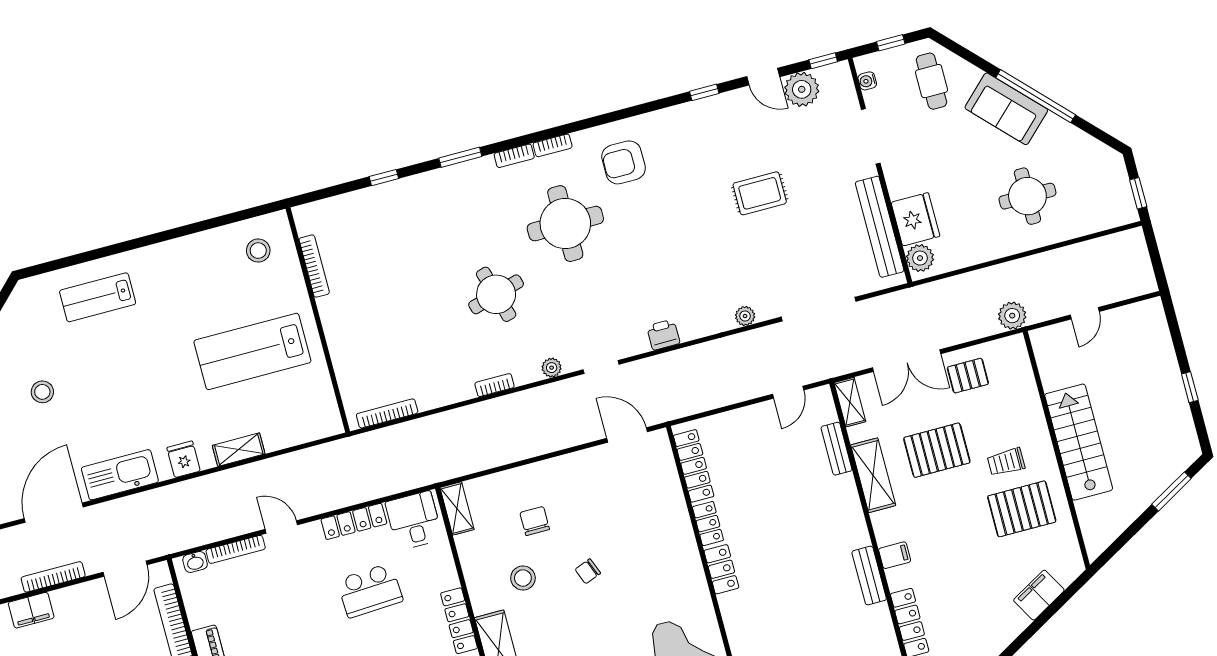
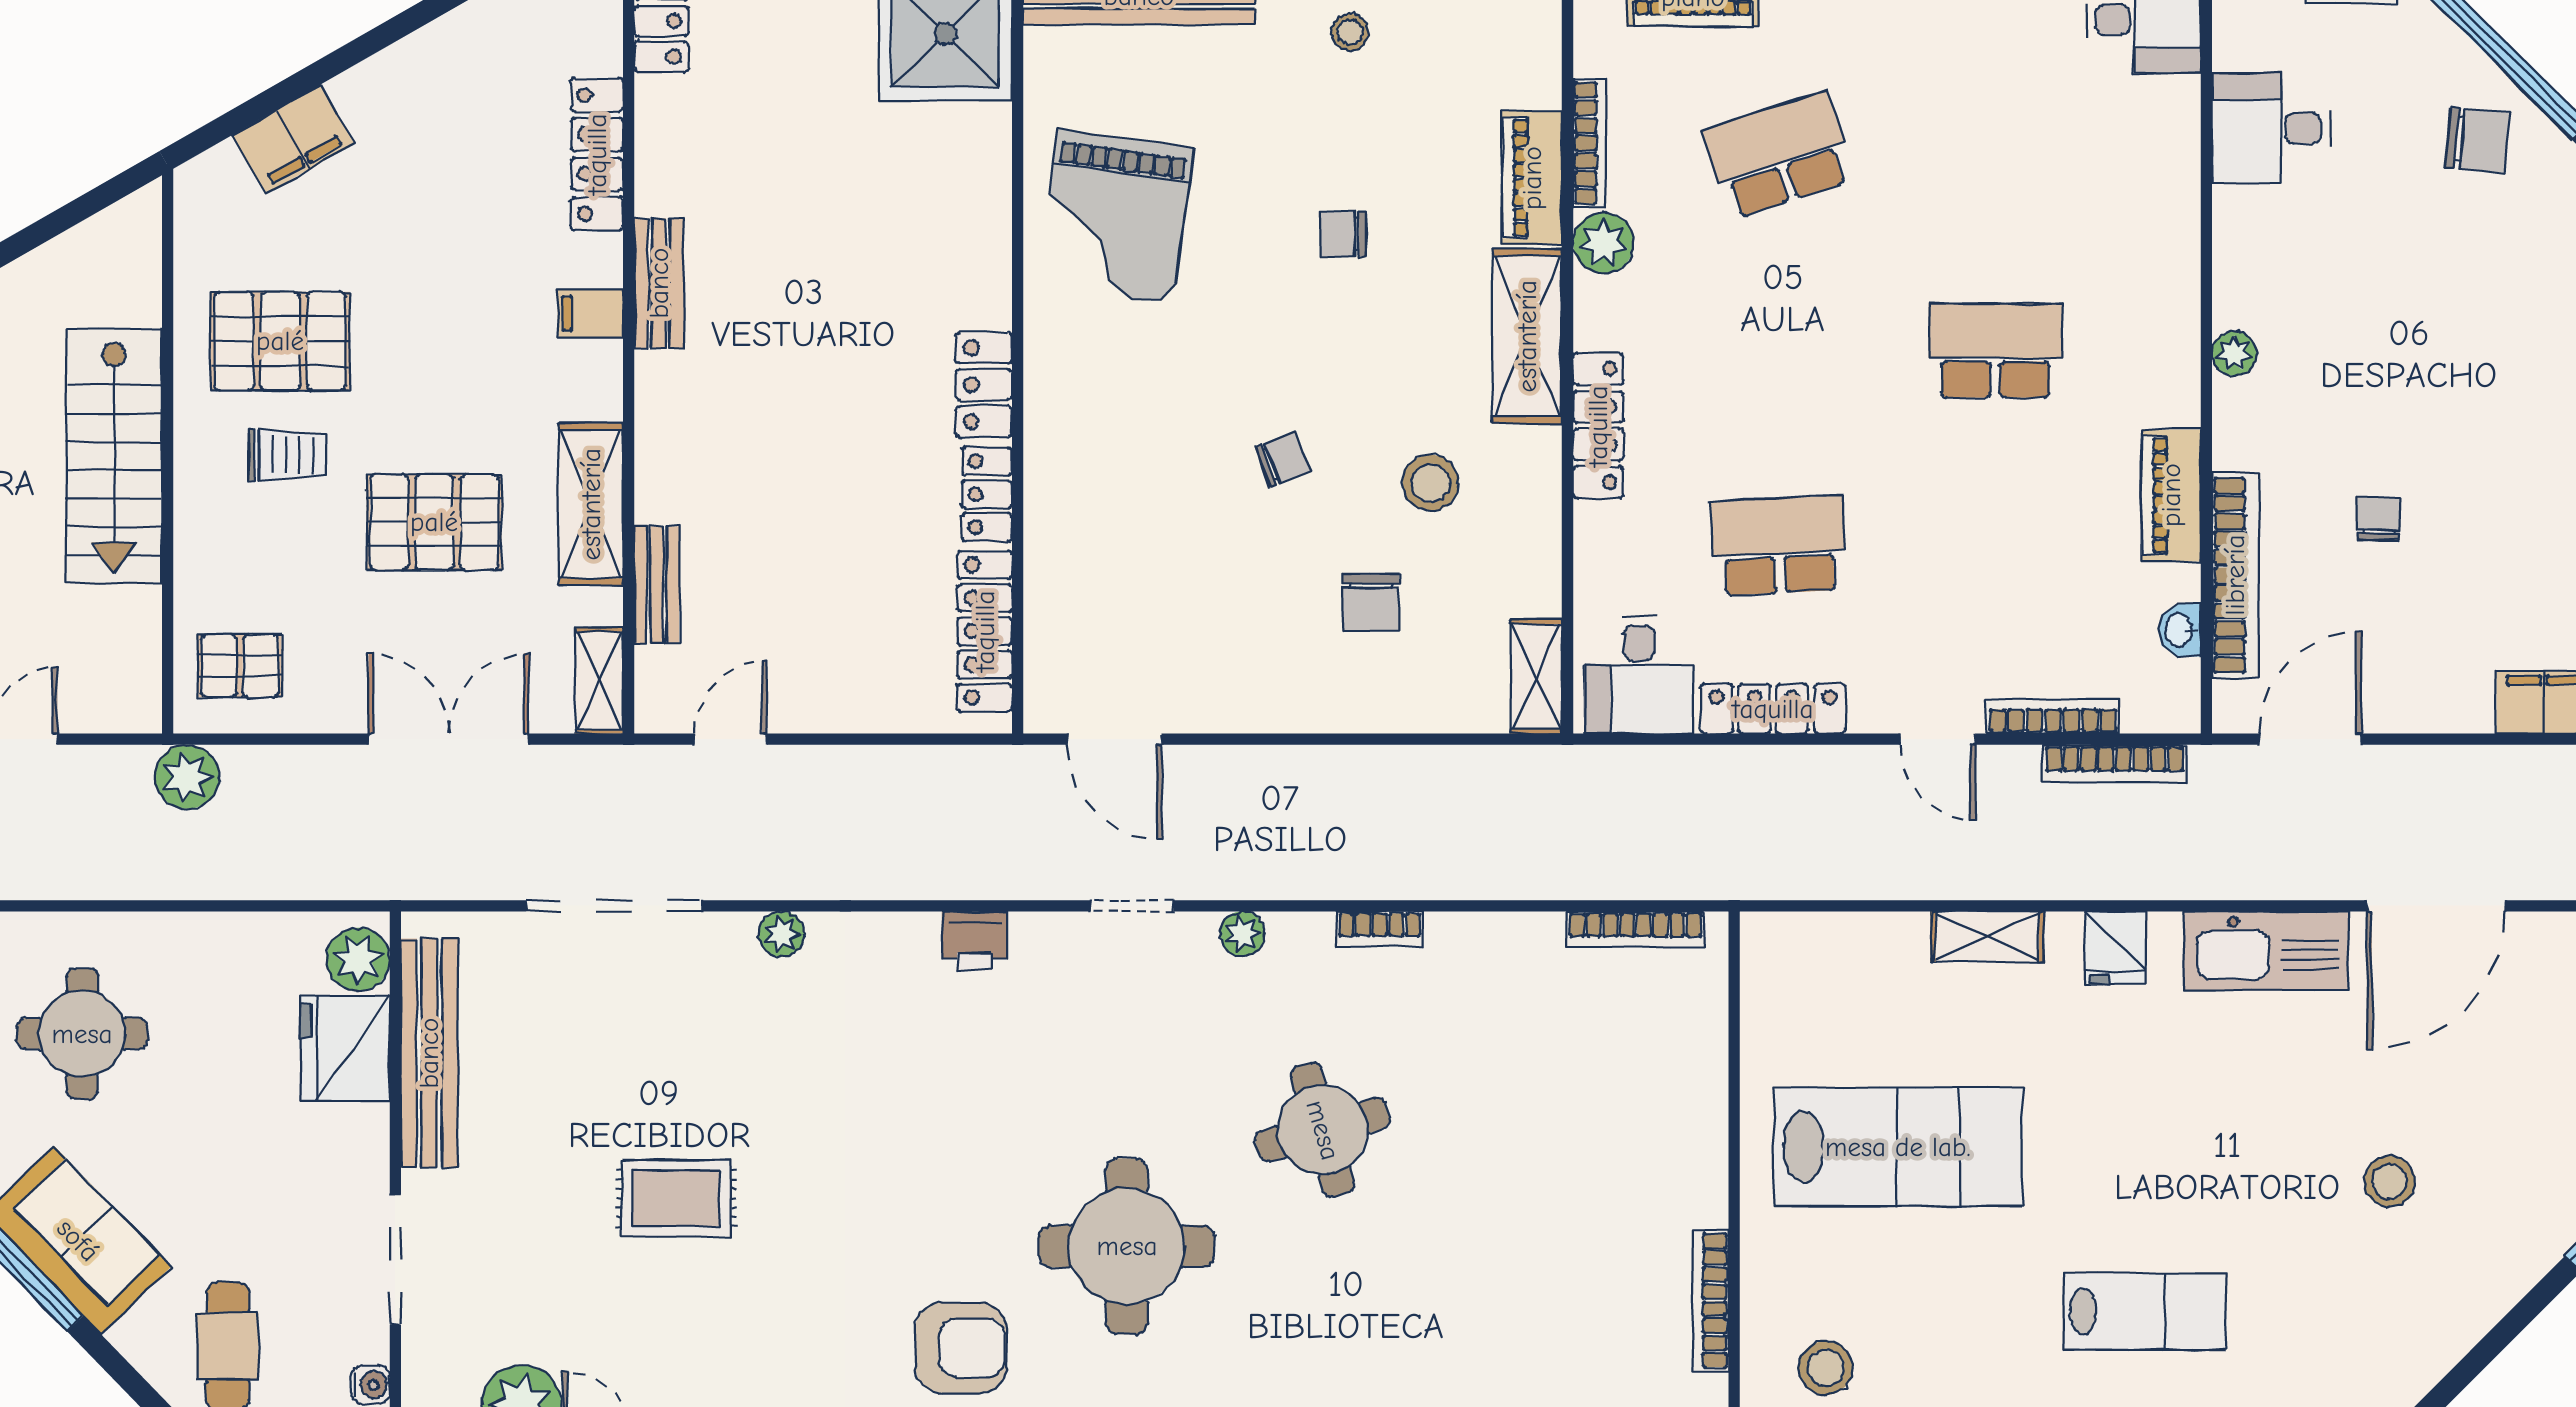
lab bench: (98, 297) -> (2145, 1311), moved
pallet: (968, 376) -> (240, 666), moved
washbasin: (195, 562) -> (2180, 630), moved, turned -90
bookcase: (53, 577) -> (2115, 763), moved

